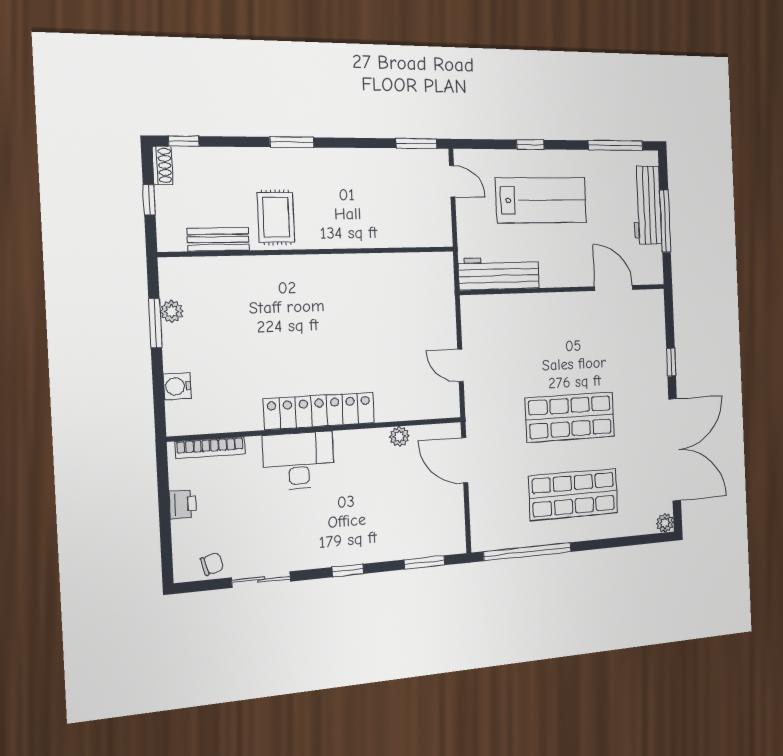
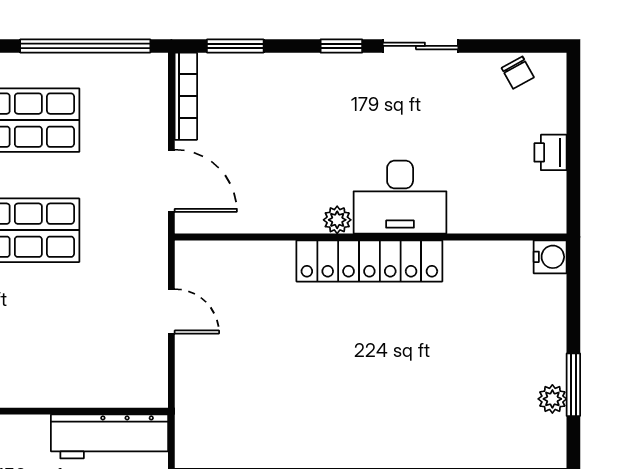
water cooler: (177, 386) -> (550, 257), moved
plant: (399, 436) -> (337, 220), moved
bookcase: (210, 448) -> (186, 96), moved, turned 90
chair: (212, 564) -> (518, 73), turned -104
sliding door: (261, 580) -> (420, 46), moved

